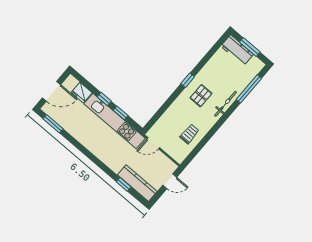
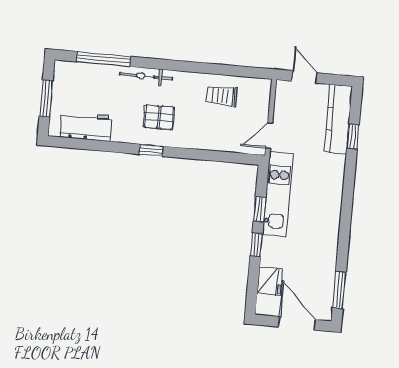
workbench: (237, 50) -> (86, 126), moved, turned -90
kitchen unit: (115, 121) -> (278, 194), width x0.73
door: (153, 143) -> (269, 136), swing flipped

